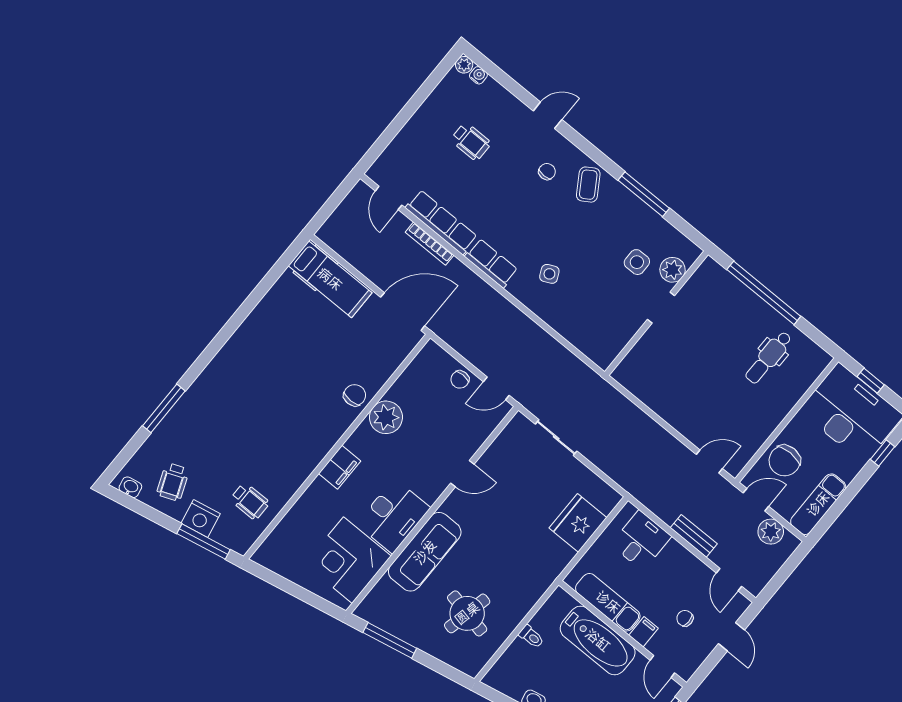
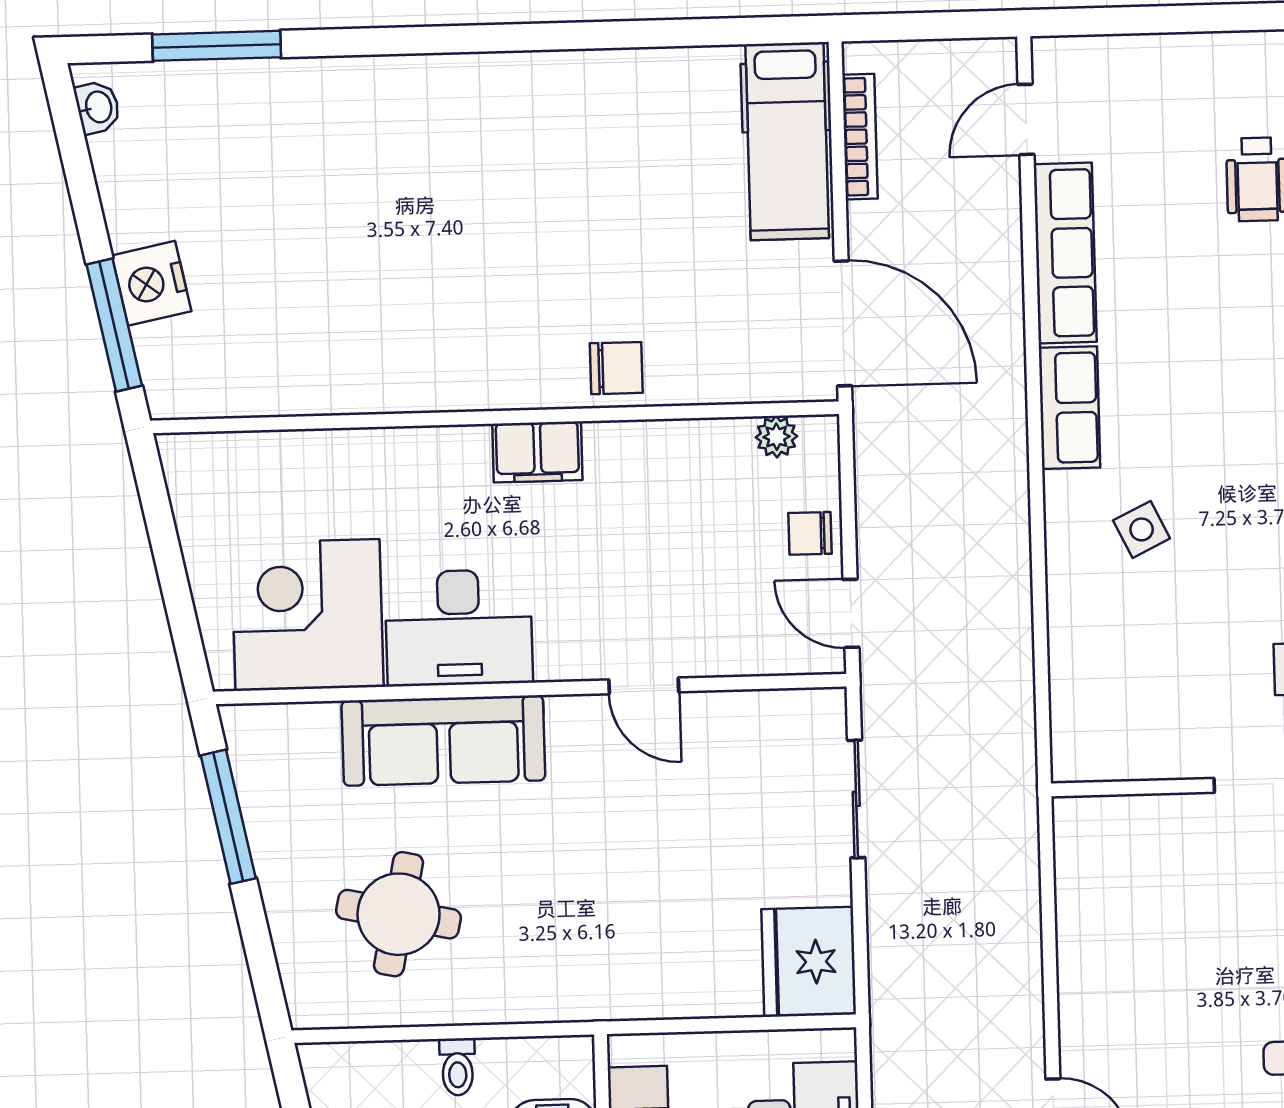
bookcase: (430, 244) -> (860, 137), moved, turned 180
window: (164, 408) -> (217, 46), moved
plant: (386, 417) -> (776, 437), moved, width x0.53, depth x0.53
filing cabinet: (340, 467) -> (537, 452), moved
wheelchair: (173, 482) -> (174, 175), removed
wheelchair: (250, 501) -> (260, 345), removed
fridge: (578, 523) -> (809, 962), moved, turned -90

